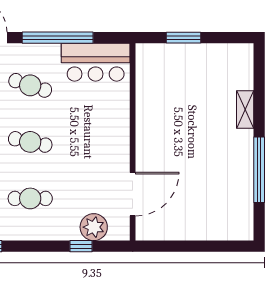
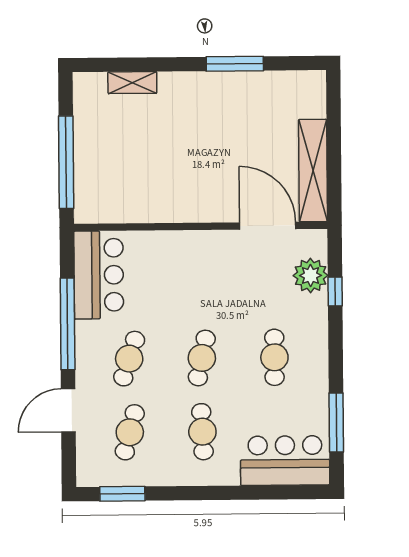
window: (183, 38) -> (66, 162), width x2.11
shelving: (245, 110) -> (132, 83), moved
window: (259, 170) -> (235, 64), width x0.68
shelving: (175, 230) -> (313, 171), added

